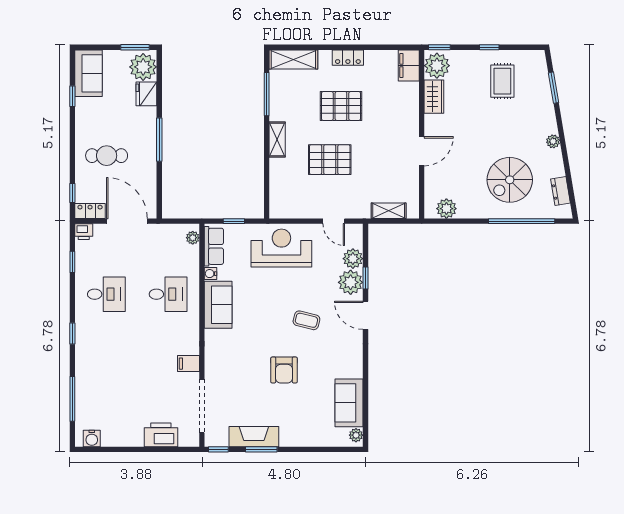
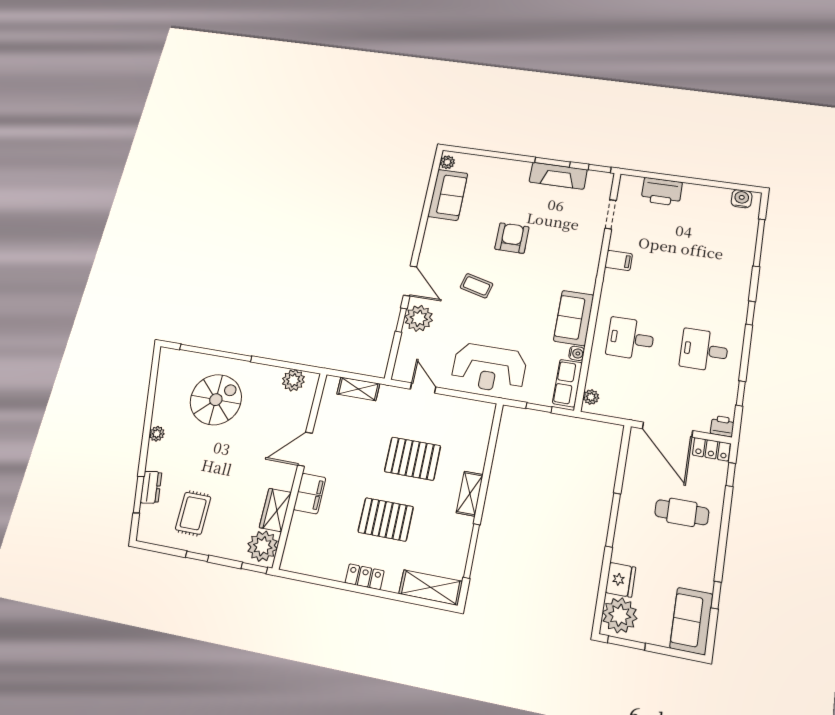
filing cabinet: (409, 66) -> (310, 494), moved
dresser: (560, 191) -> (151, 487), moved
plant: (353, 259) -> (410, 343), removed
doorway: (202, 406) -> (611, 214), width x0.53

